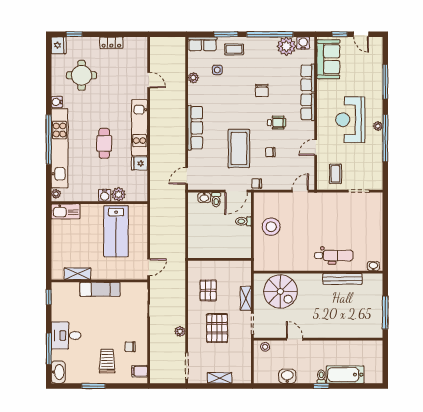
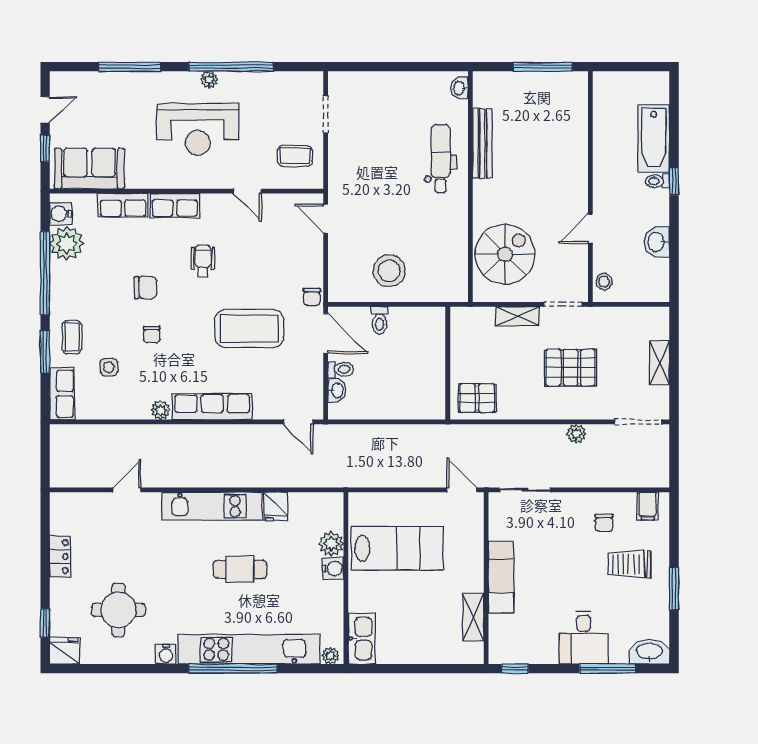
plant: (193, 78) -> (161, 410), moved
chair: (270, 152) -> (152, 334), moved
pallet: (208, 290) -> (477, 398), moved

